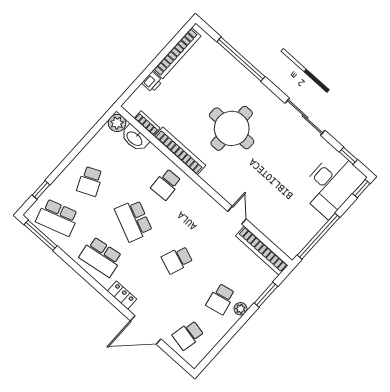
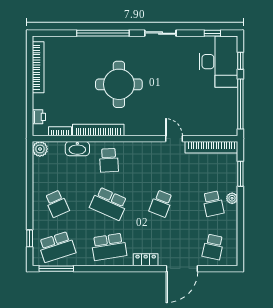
window: (241, 59) -> (103, 33), moved
printer: (152, 82) -> (39, 117), moved
sliding door: (305, 117) -> (160, 33), width x0.73
washbasin: (135, 138) -> (77, 149), moved
window: (361, 189) -> (240, 61), moved

